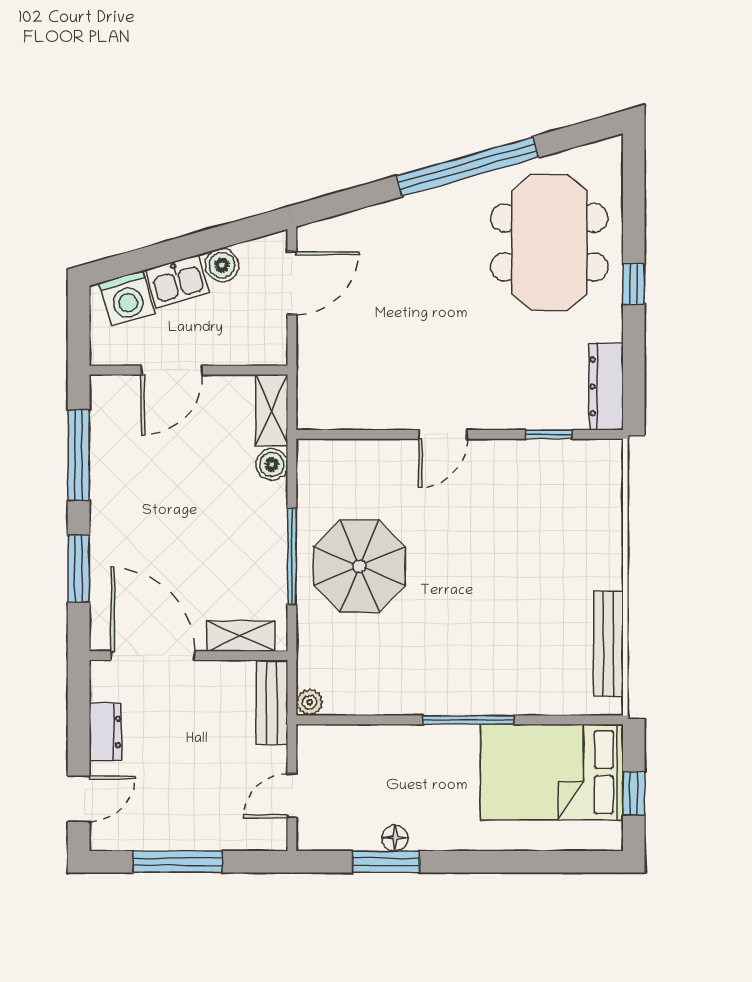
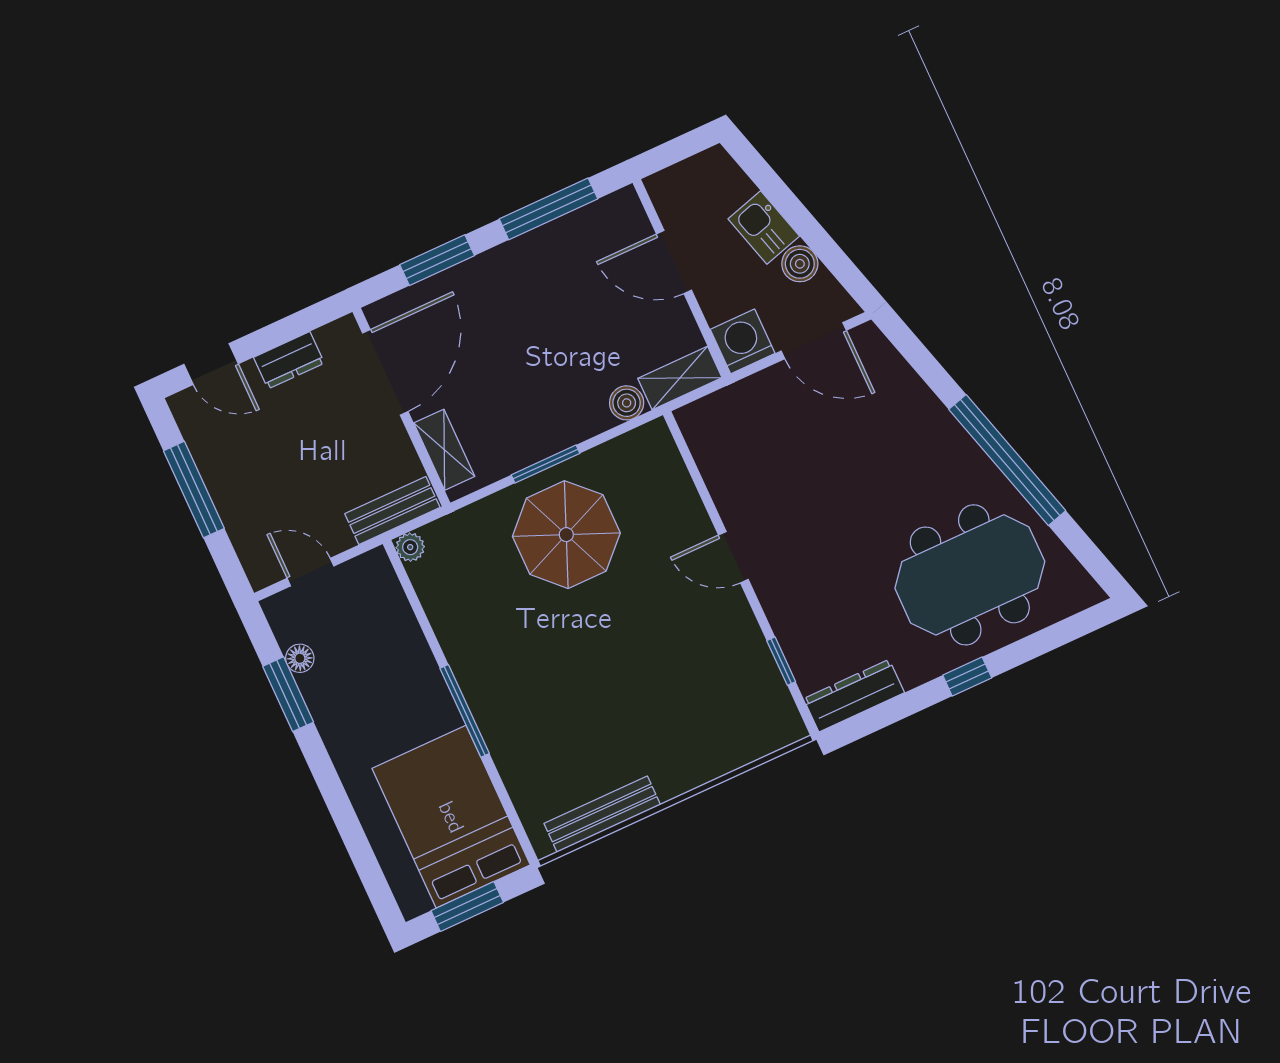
washing machine: (127, 298) -> (743, 341), moved, turned 106
window: (292, 556) -> (545, 464), width x0.69
window: (634, 793) -> (467, 907), width x1.50
floor lamp: (395, 838) -> (300, 658), moved

